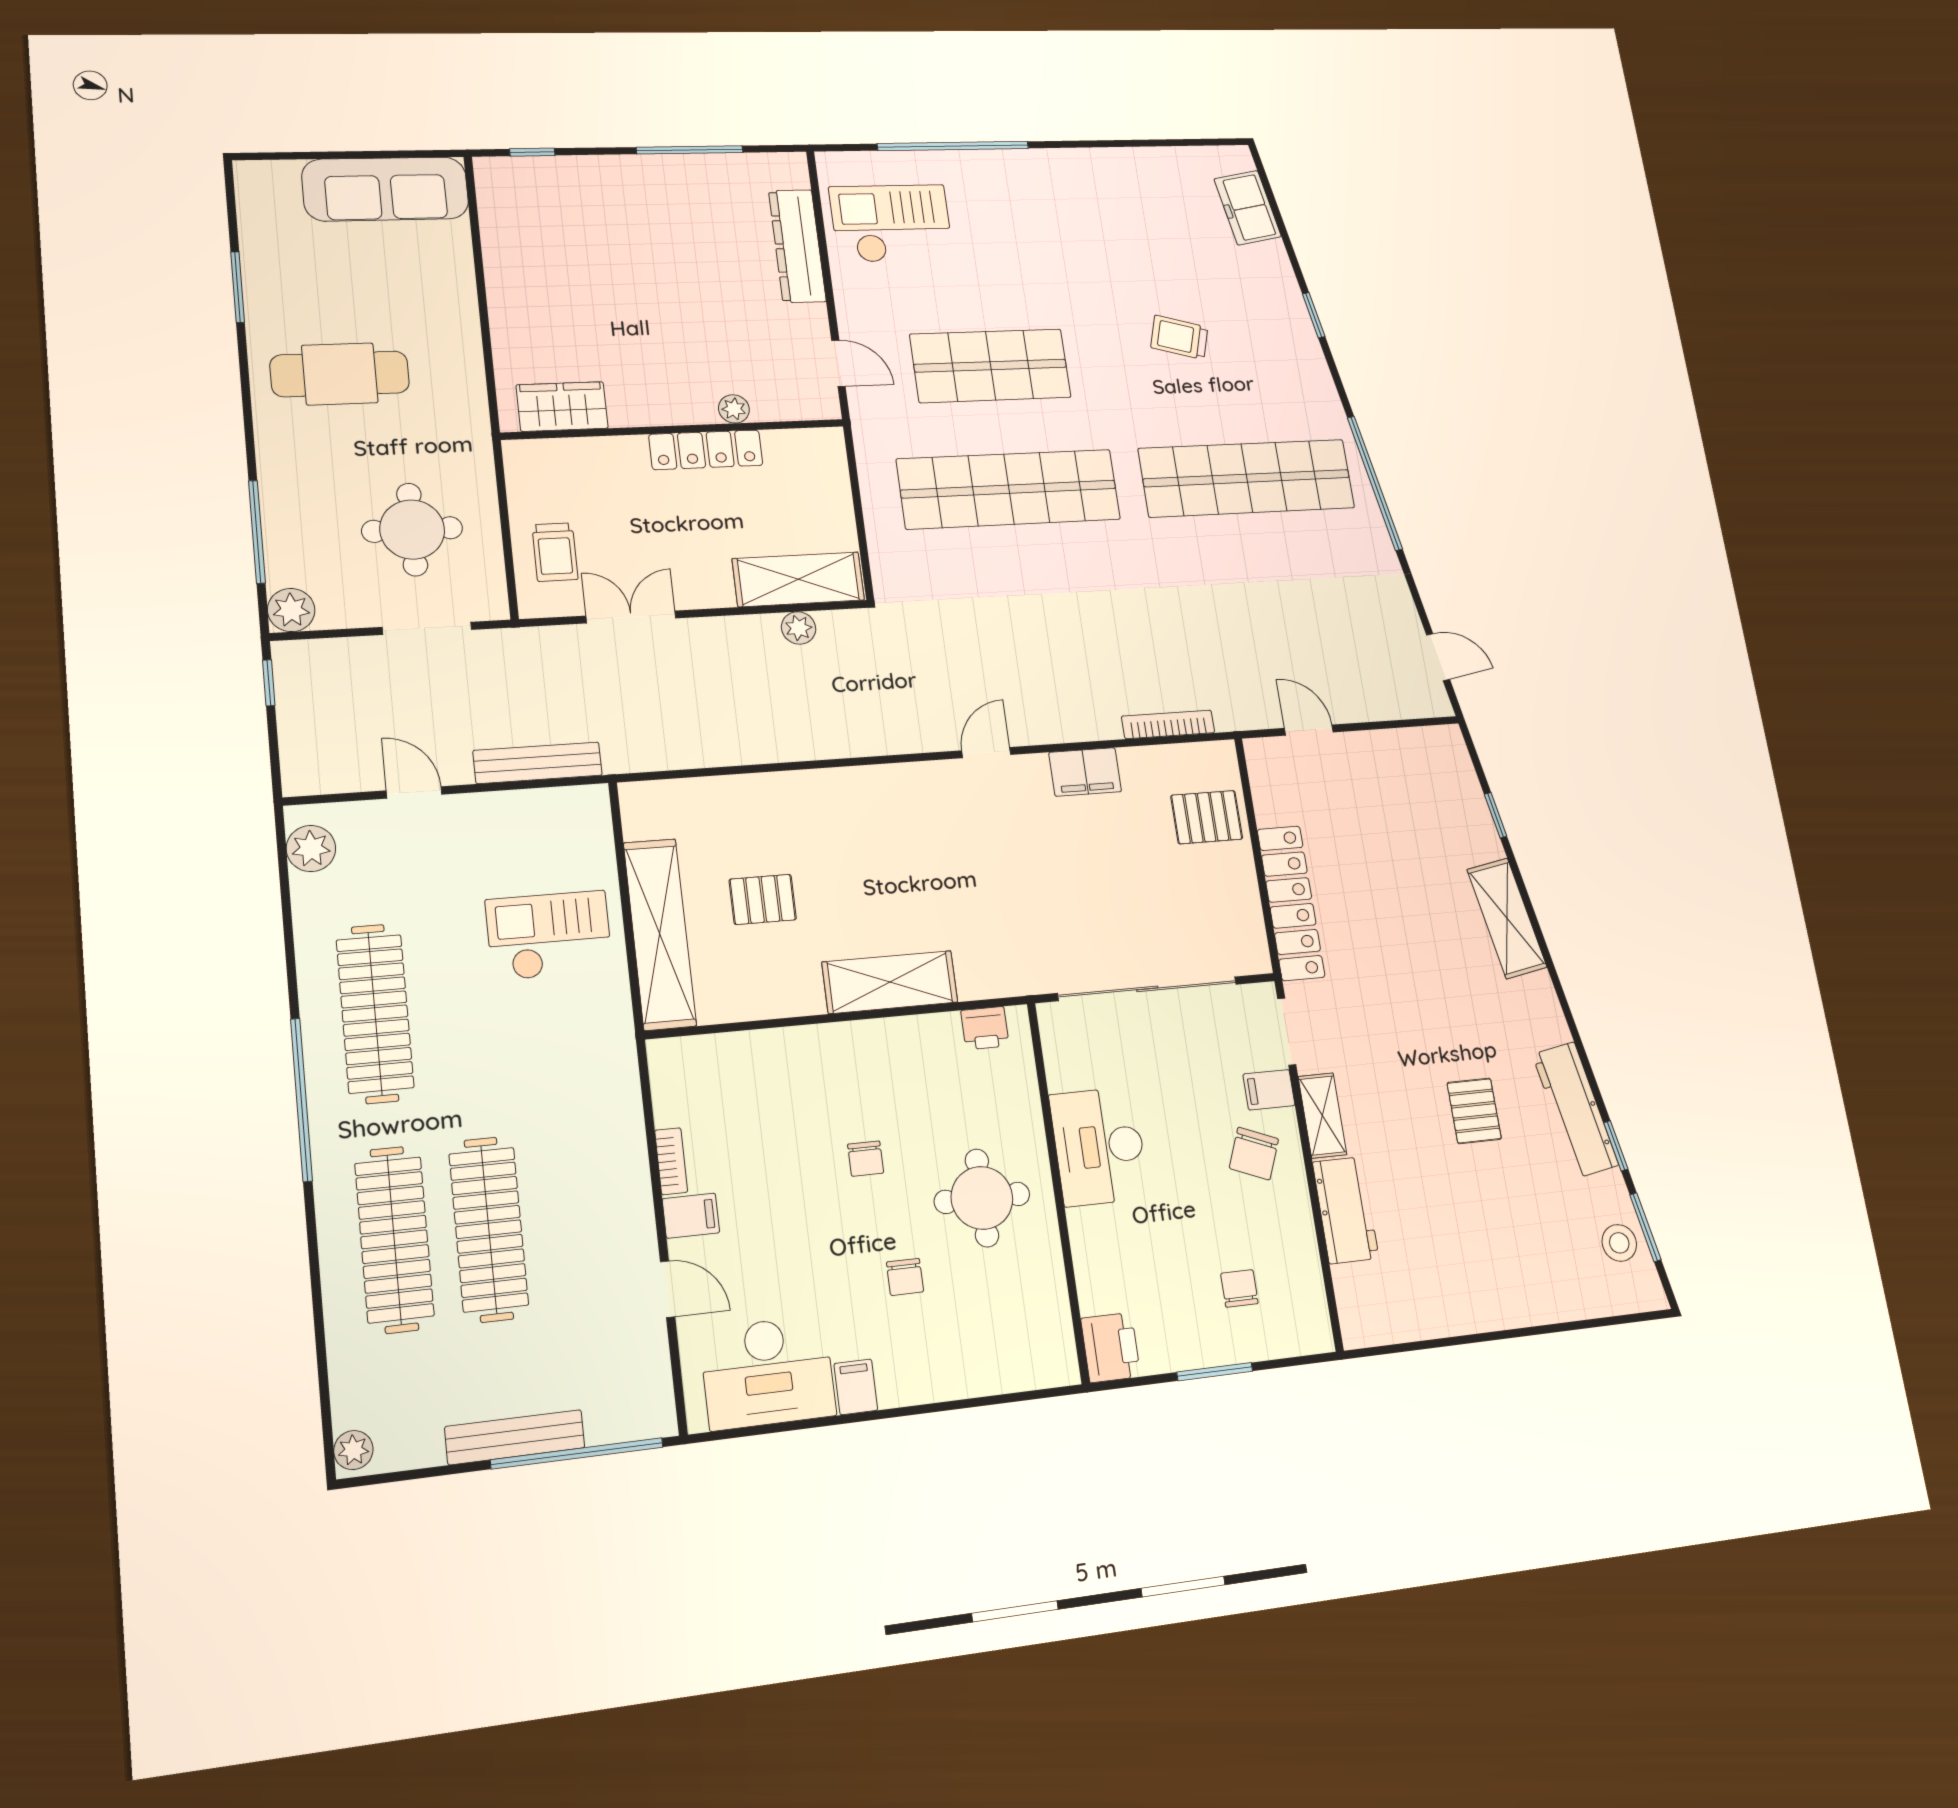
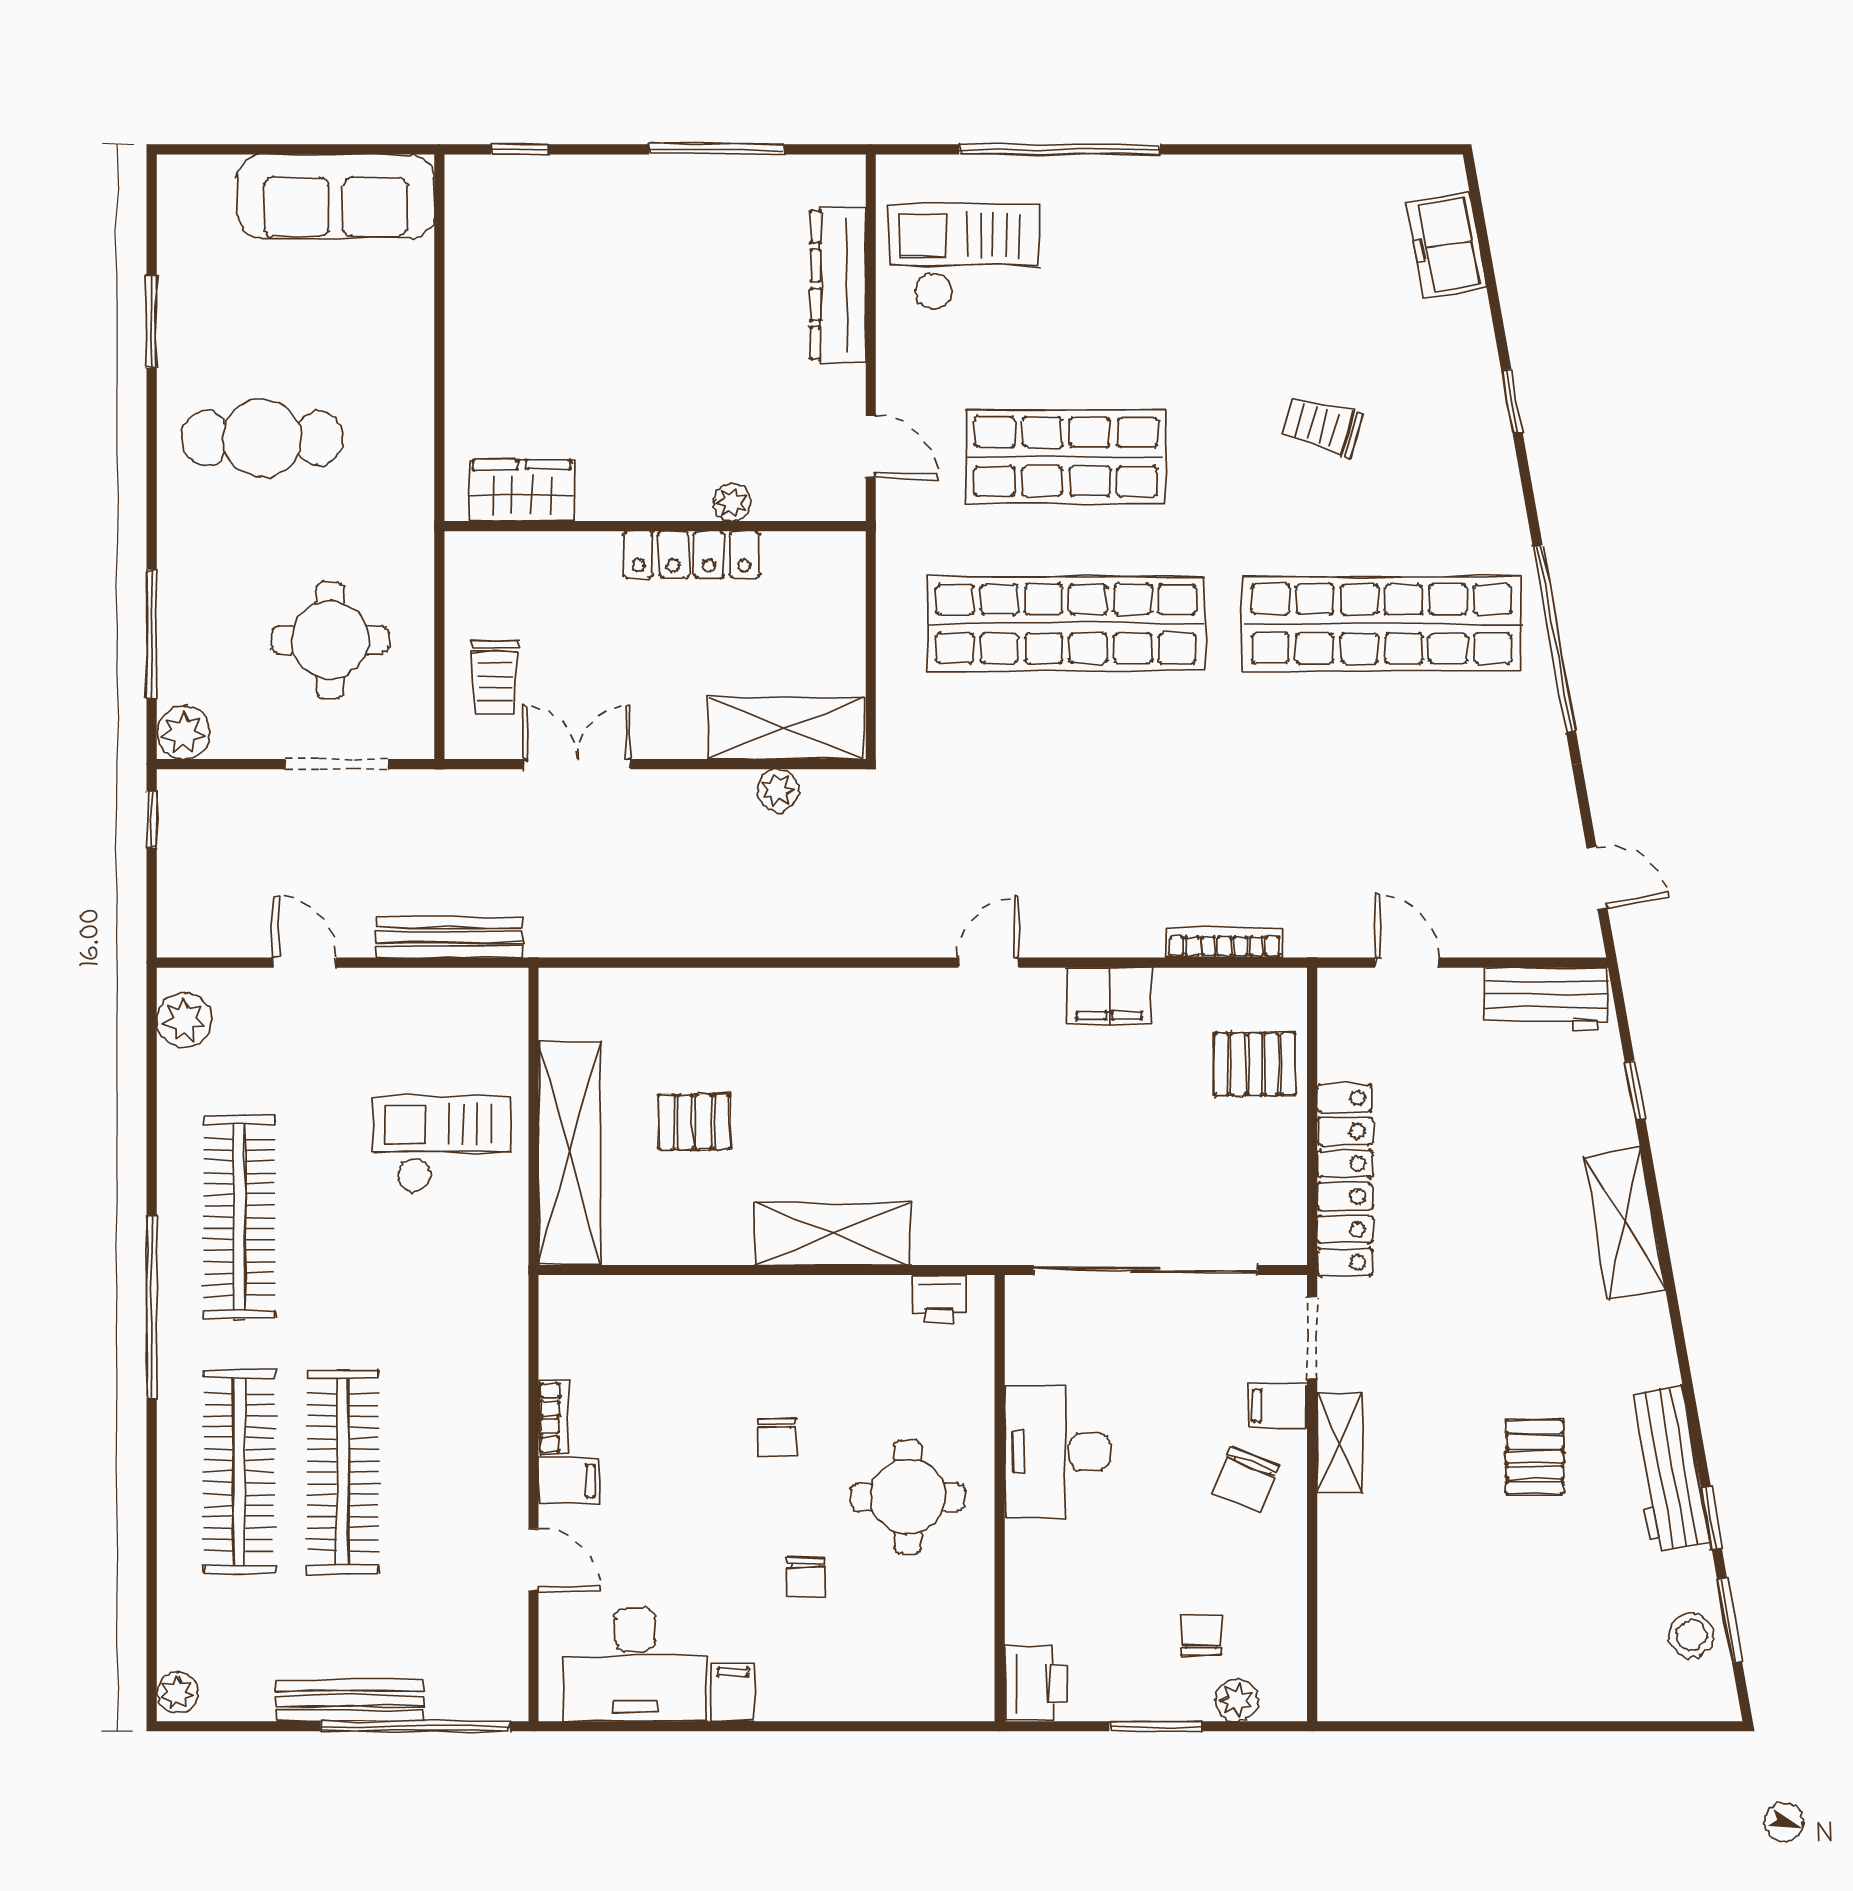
workbench: (1346, 1210) -> (1546, 999), moved, turned 90
plant: (1277, 1341) -> (1237, 1700), added

